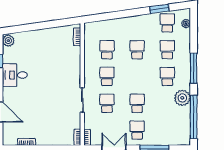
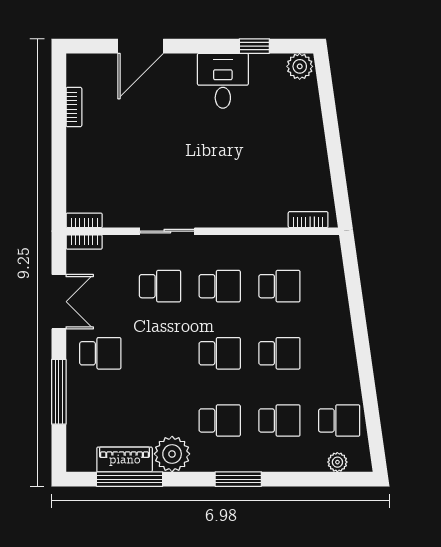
window: (159, 9) -> (370, 403), removed
window: (194, 68) -> (238, 479), width x0.69
school desk: (137, 103) -> (220, 353), moved
window: (194, 117) -> (130, 479), width x0.68
piano: (185, 119) -> (125, 459), added

